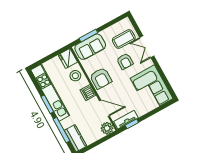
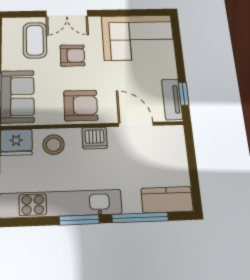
door: (104, 108) -> (136, 124), hinge flipped
plant: (107, 128) -> (173, 137), removed

